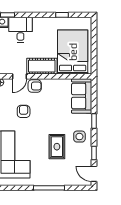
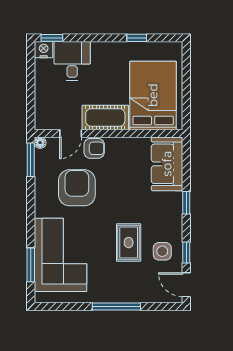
armchair: (24, 111) -> (77, 188), width x1.88, depth x1.88
side table: (79, 137) -> (162, 251), moved

